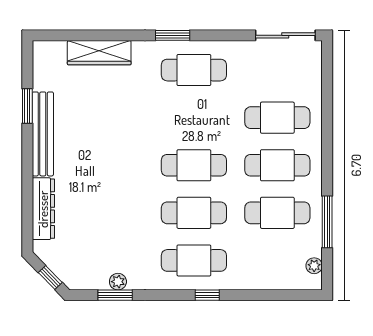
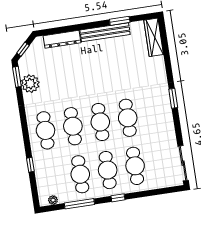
wardrobe: (99, 53) -> (154, 37), moved
cafe table: (194, 70) -> (128, 118), moved
window: (327, 155) -> (118, 198), added
plant: (118, 282) -> (30, 84), width x1.87, depth x1.87
window: (115, 295) -> (17, 77), moved
window: (207, 295) -> (30, 165), moved

